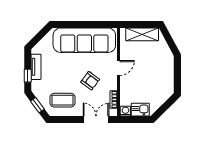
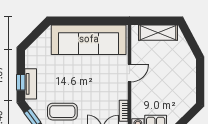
tv unit: (36, 67) -> (31, 84), moved
armchair: (90, 81) -> (96, 88), removed

